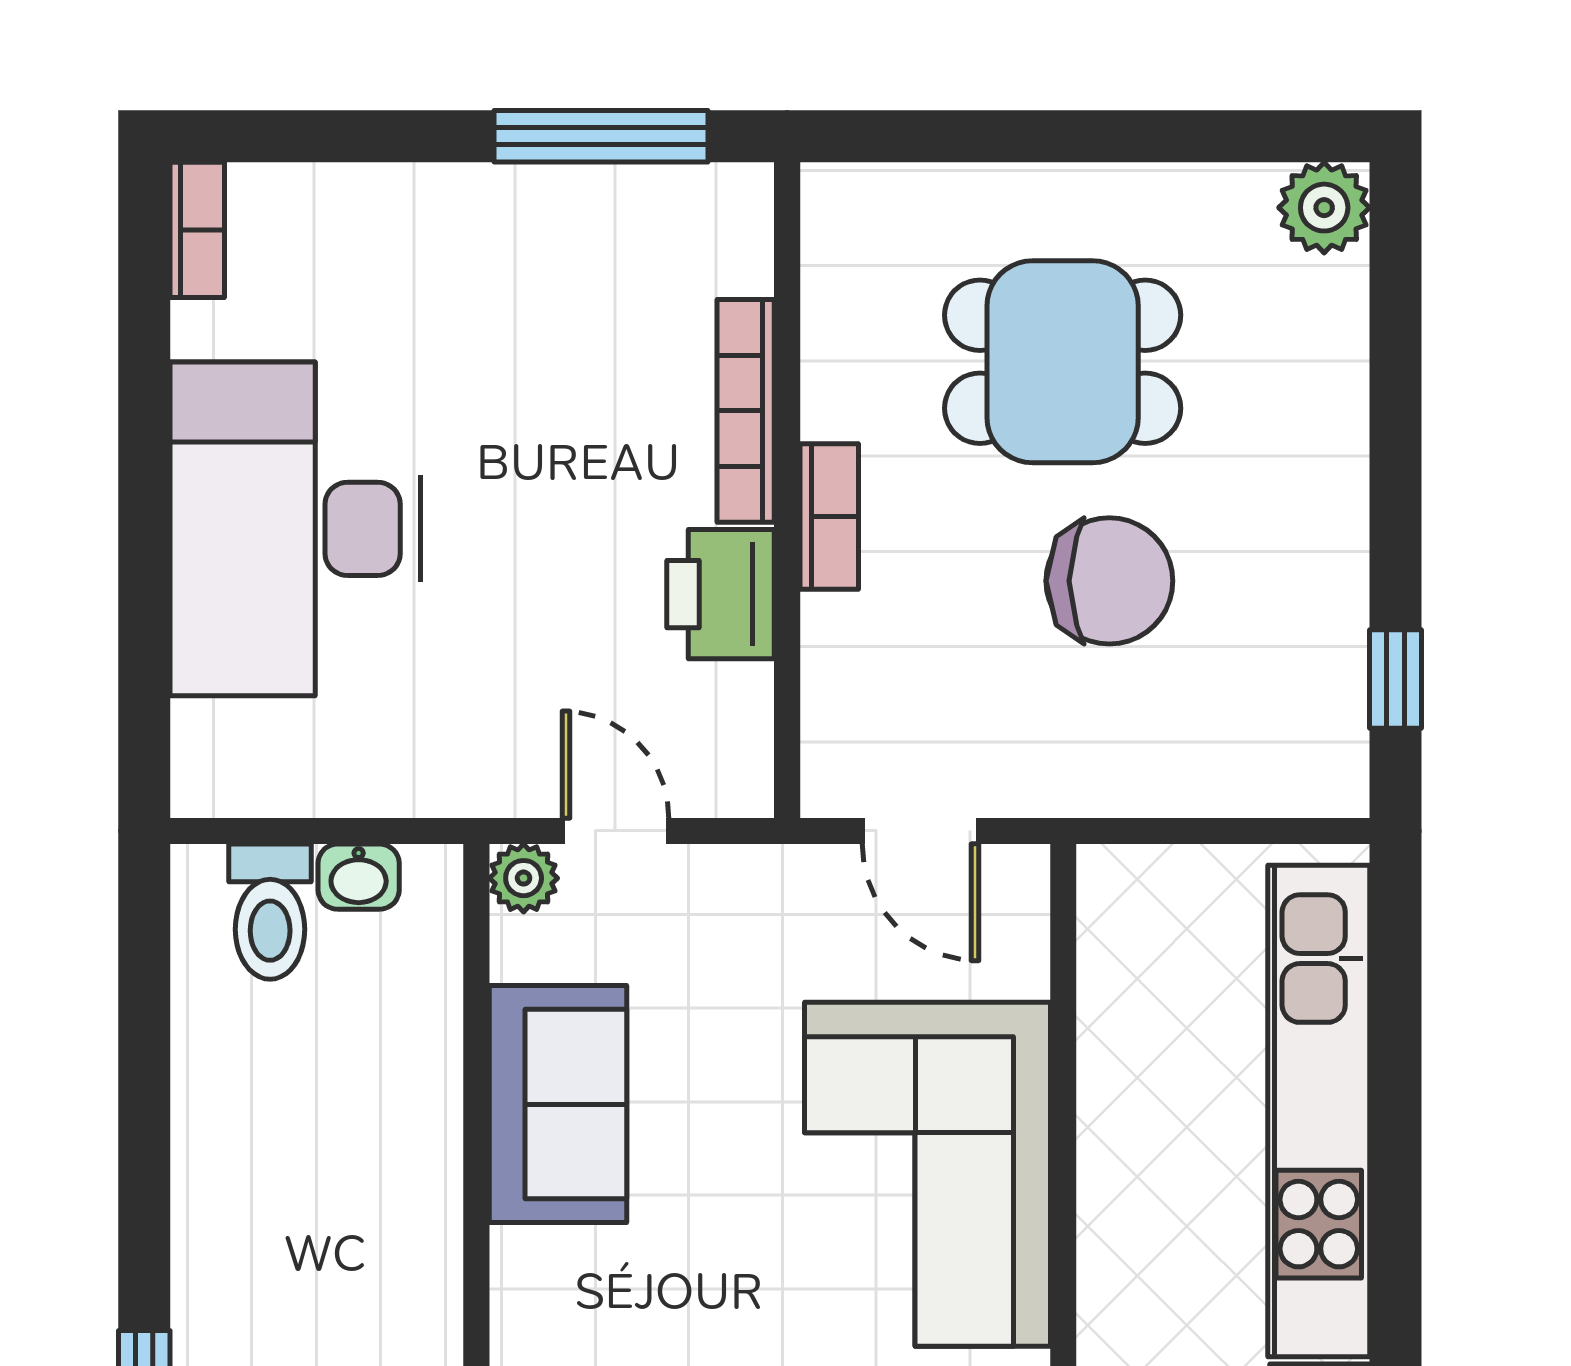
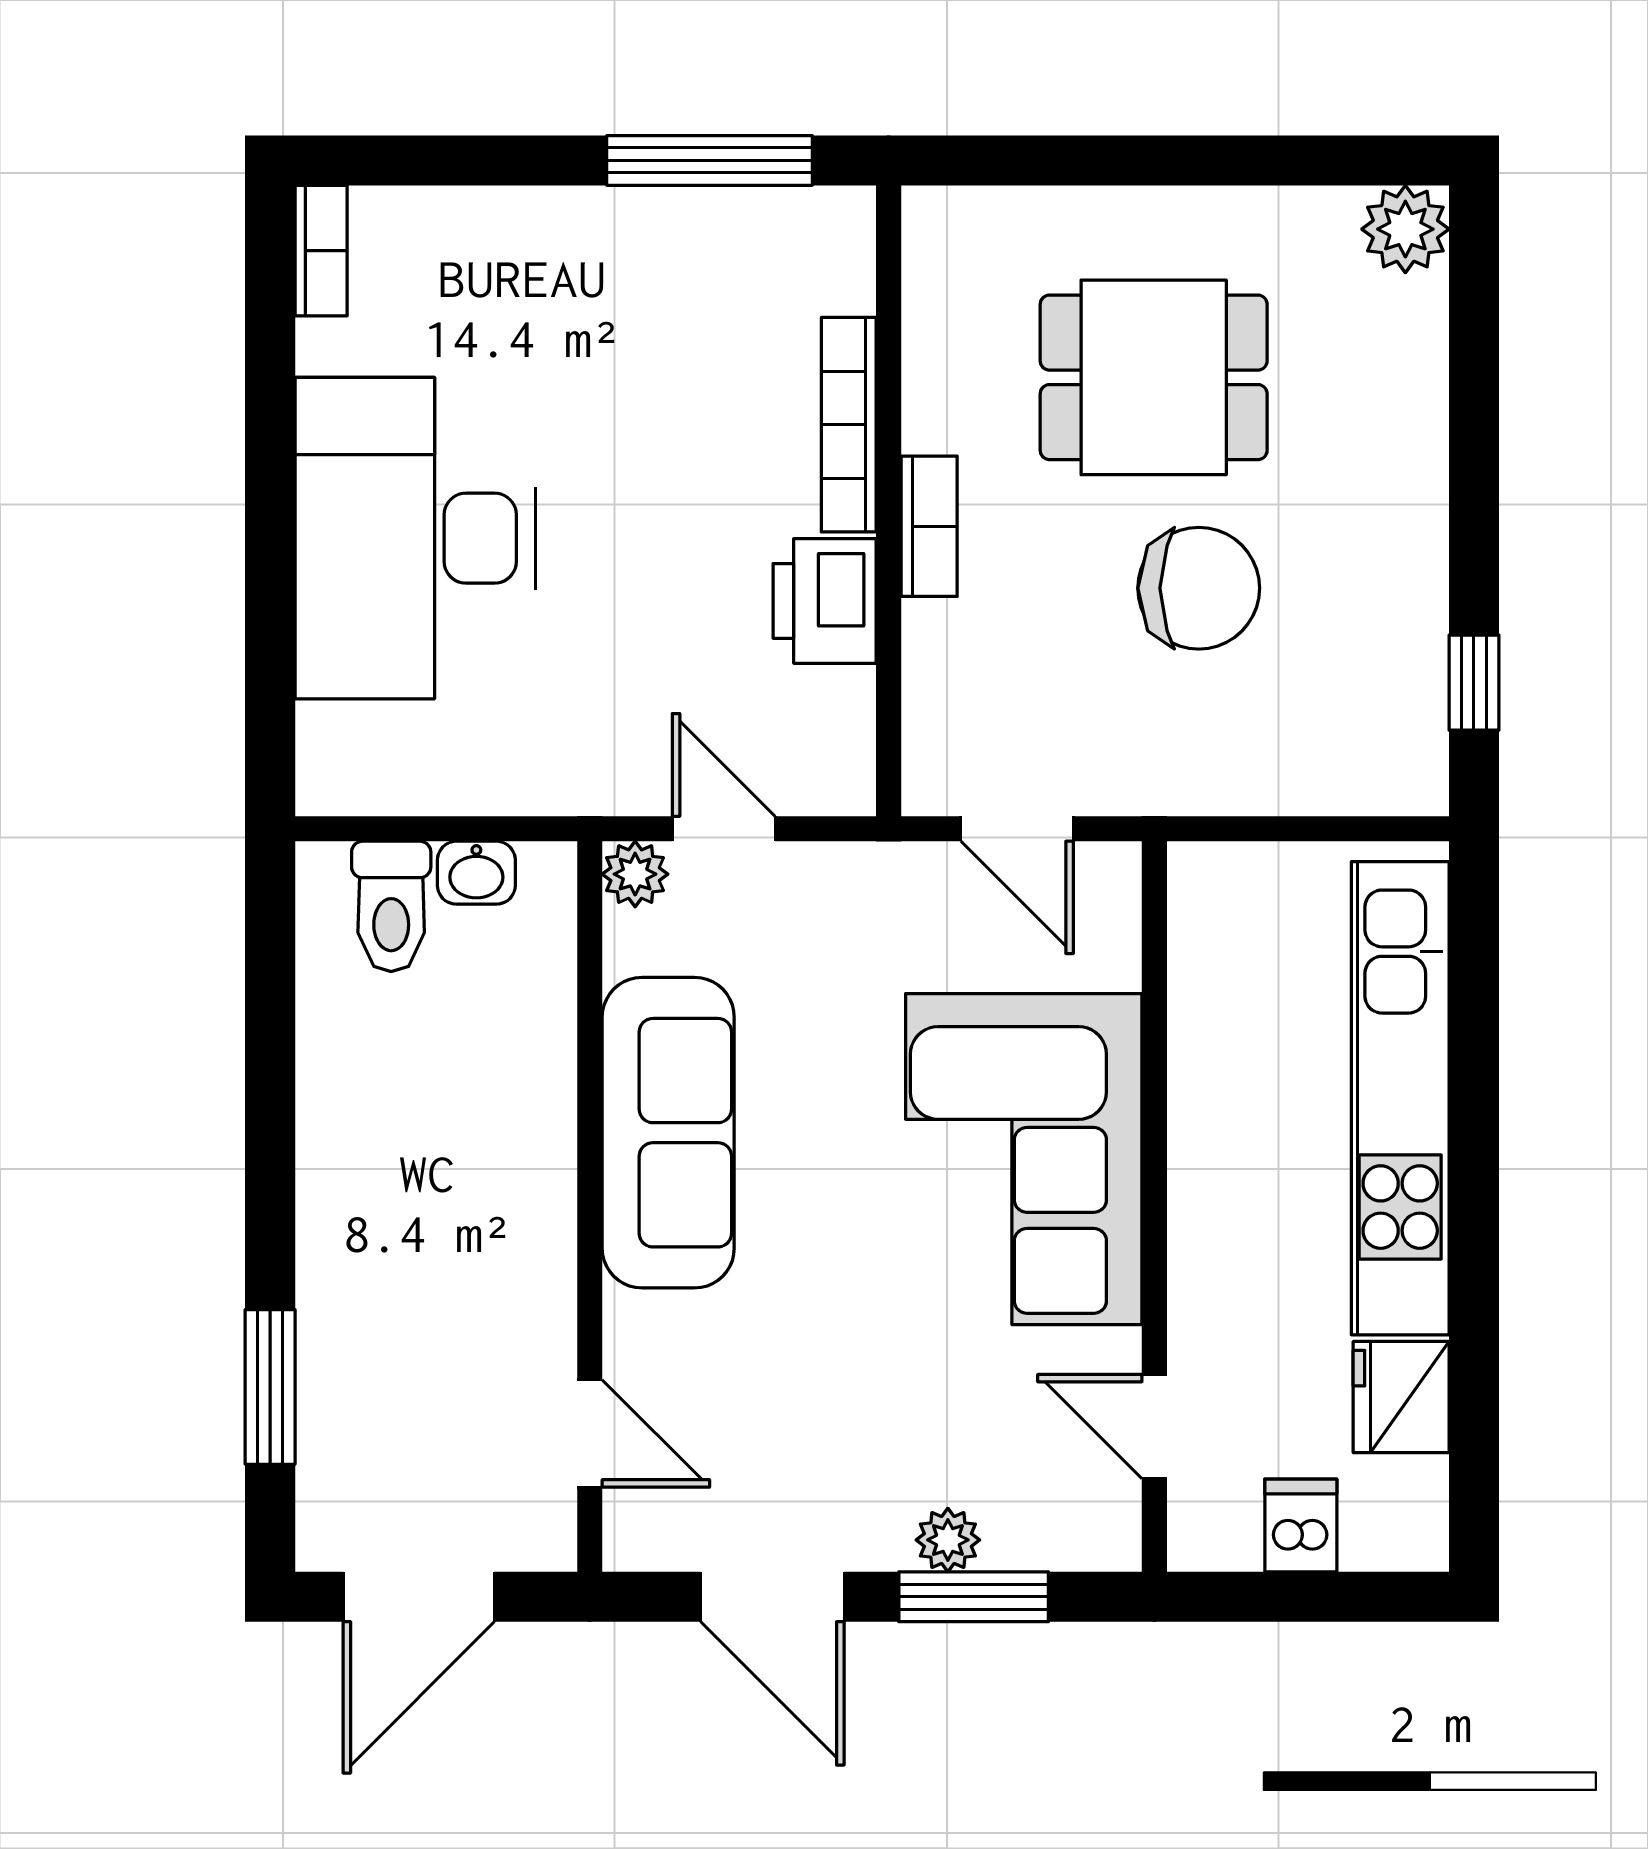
sofa: (558, 1104) -> (668, 1133), width x1.36

